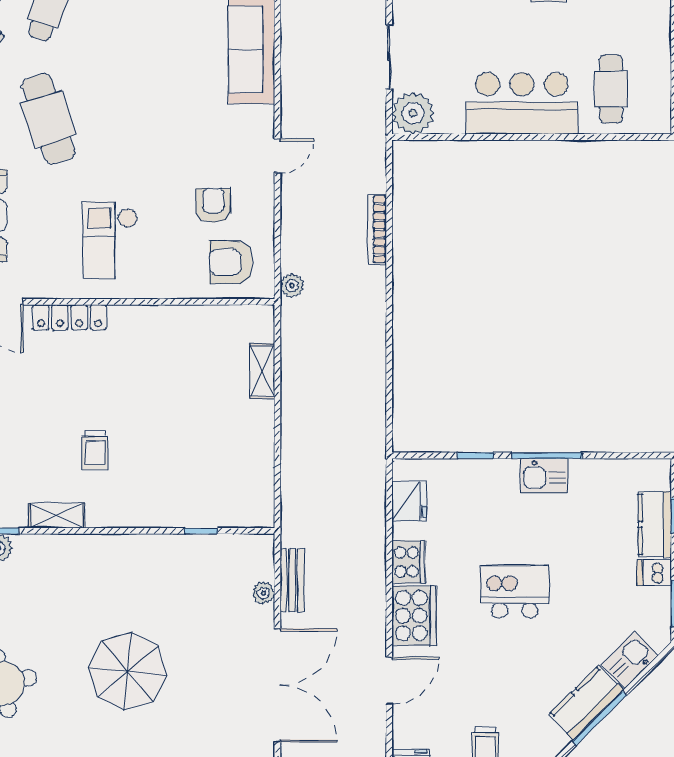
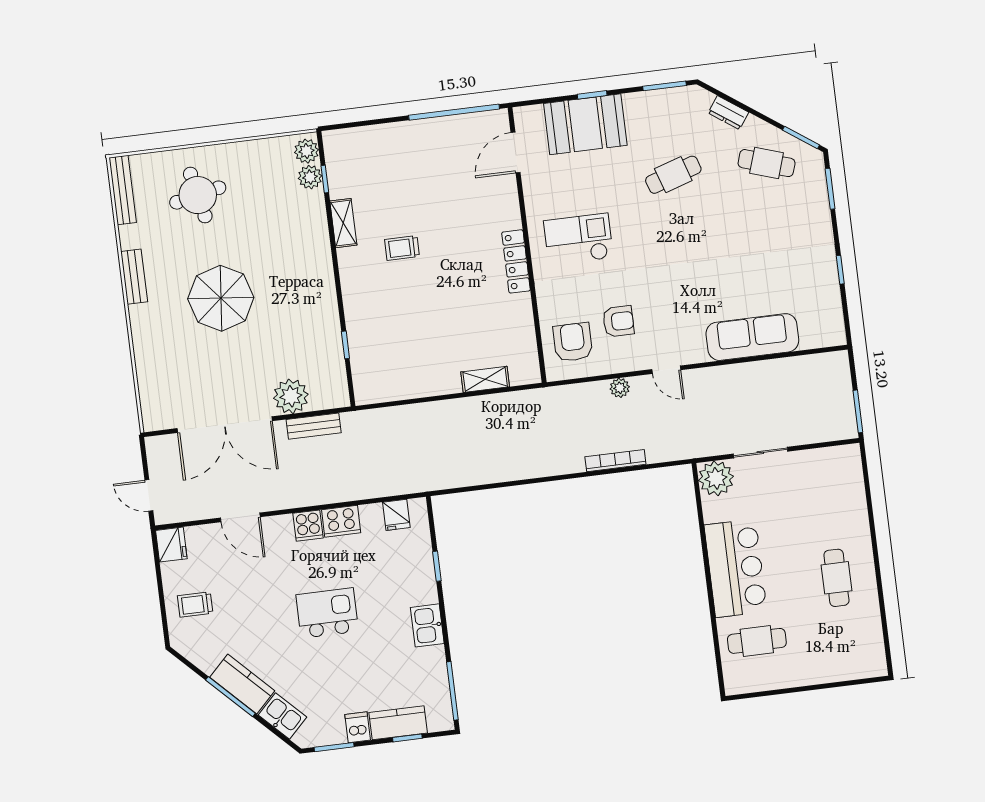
cafe table: (48, 119) -> (673, 175), width x0.73, depth x0.74
plant: (292, 285) -> (620, 388), moved
locker: (70, 317) -> (516, 261), moved
window: (547, 456) -> (452, 691), moved
fridge: (409, 501) -> (396, 515), width x0.72
kitchen island: (515, 592) -> (327, 613), turned -90
plant: (263, 593) -> (291, 396), width x1.88, depth x1.88
cooker: (414, 616) -> (308, 526), width x0.53, depth x0.76

